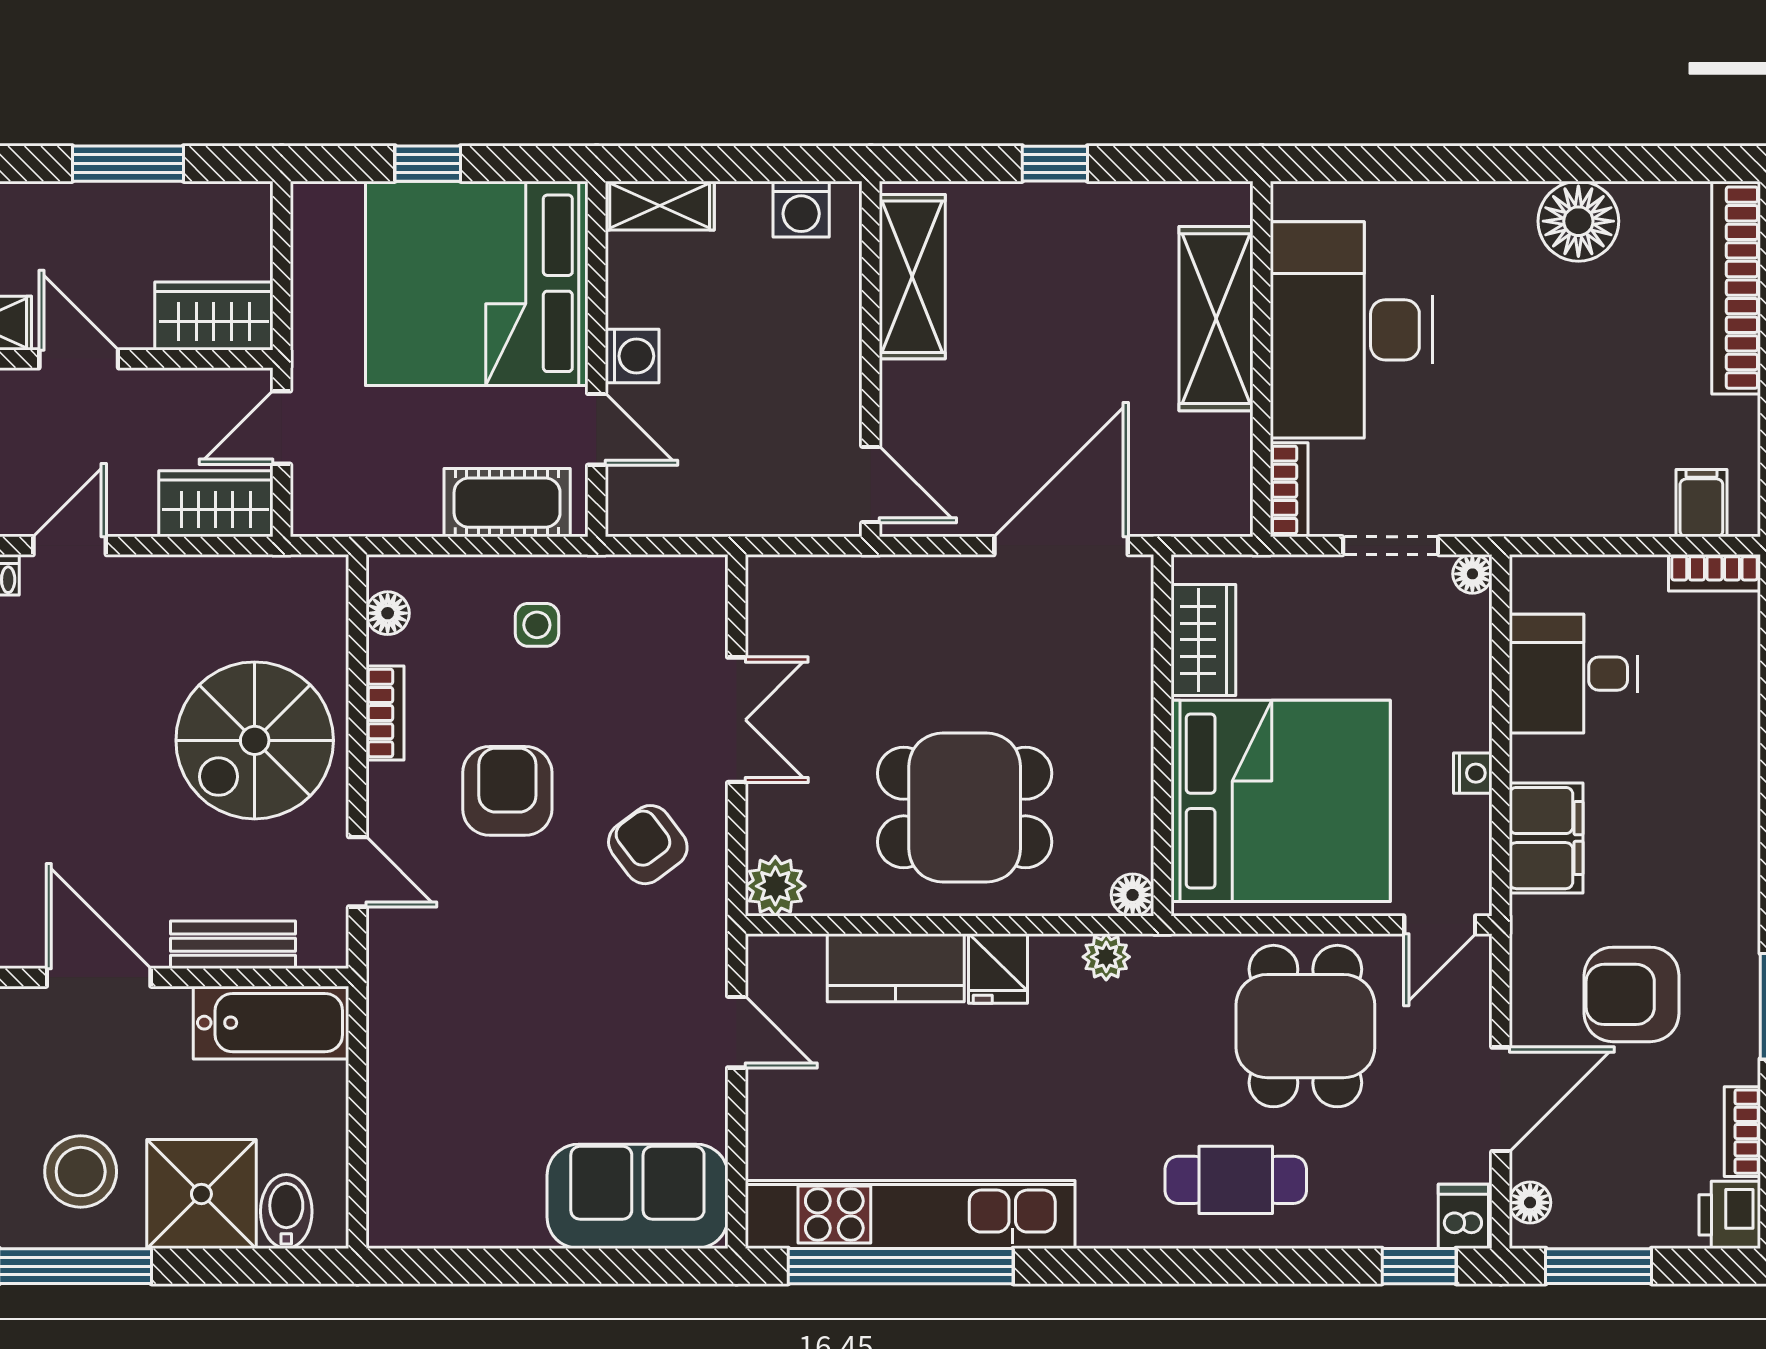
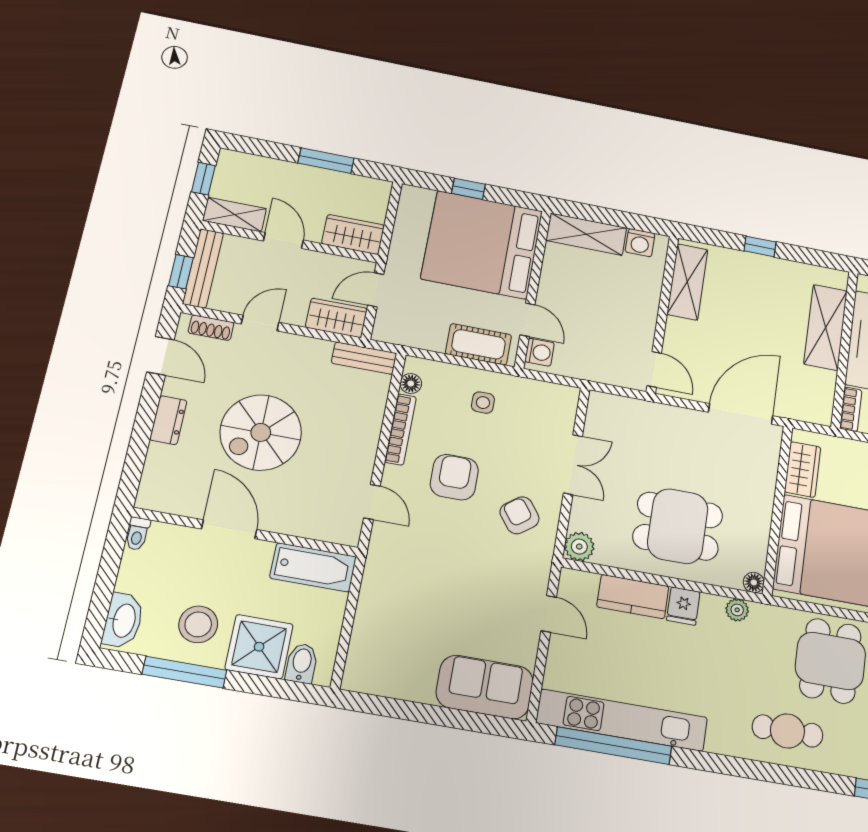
shelving: (660, 206) -> (586, 234), width x1.50, depth x1.33
washing machine: (632, 356) -> (540, 352), moved
bookcase: (385, 713) -> (400, 429), width x1.56
spiral stairs: (255, 740) -> (261, 432), moved
bench: (233, 945) -> (364, 358), moved

